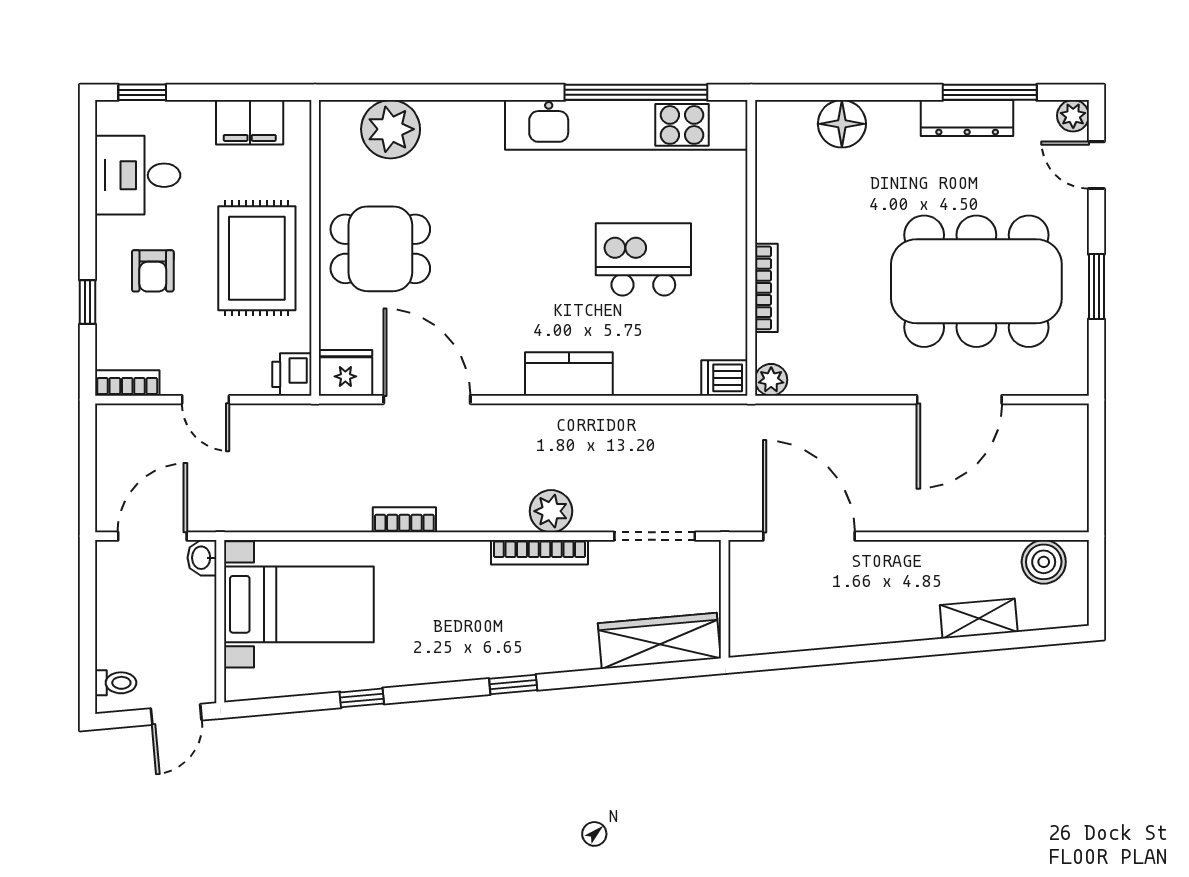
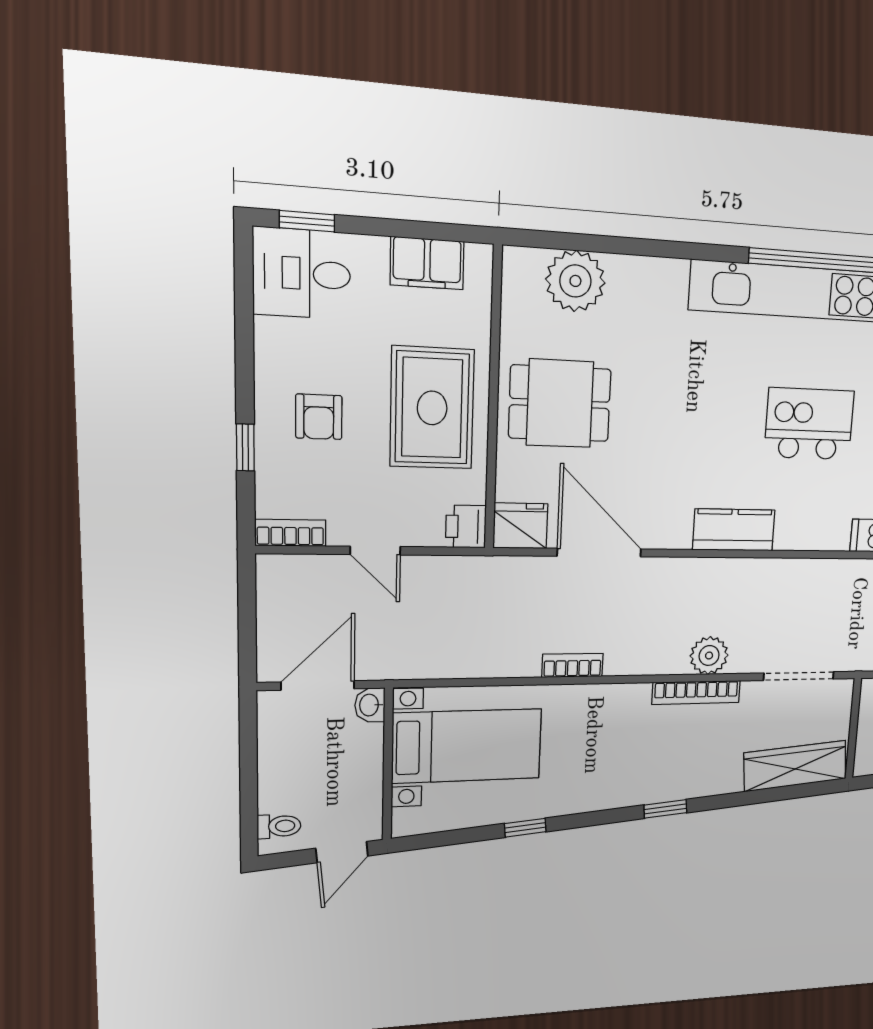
desk: (138, 175) -> (302, 273), moved

